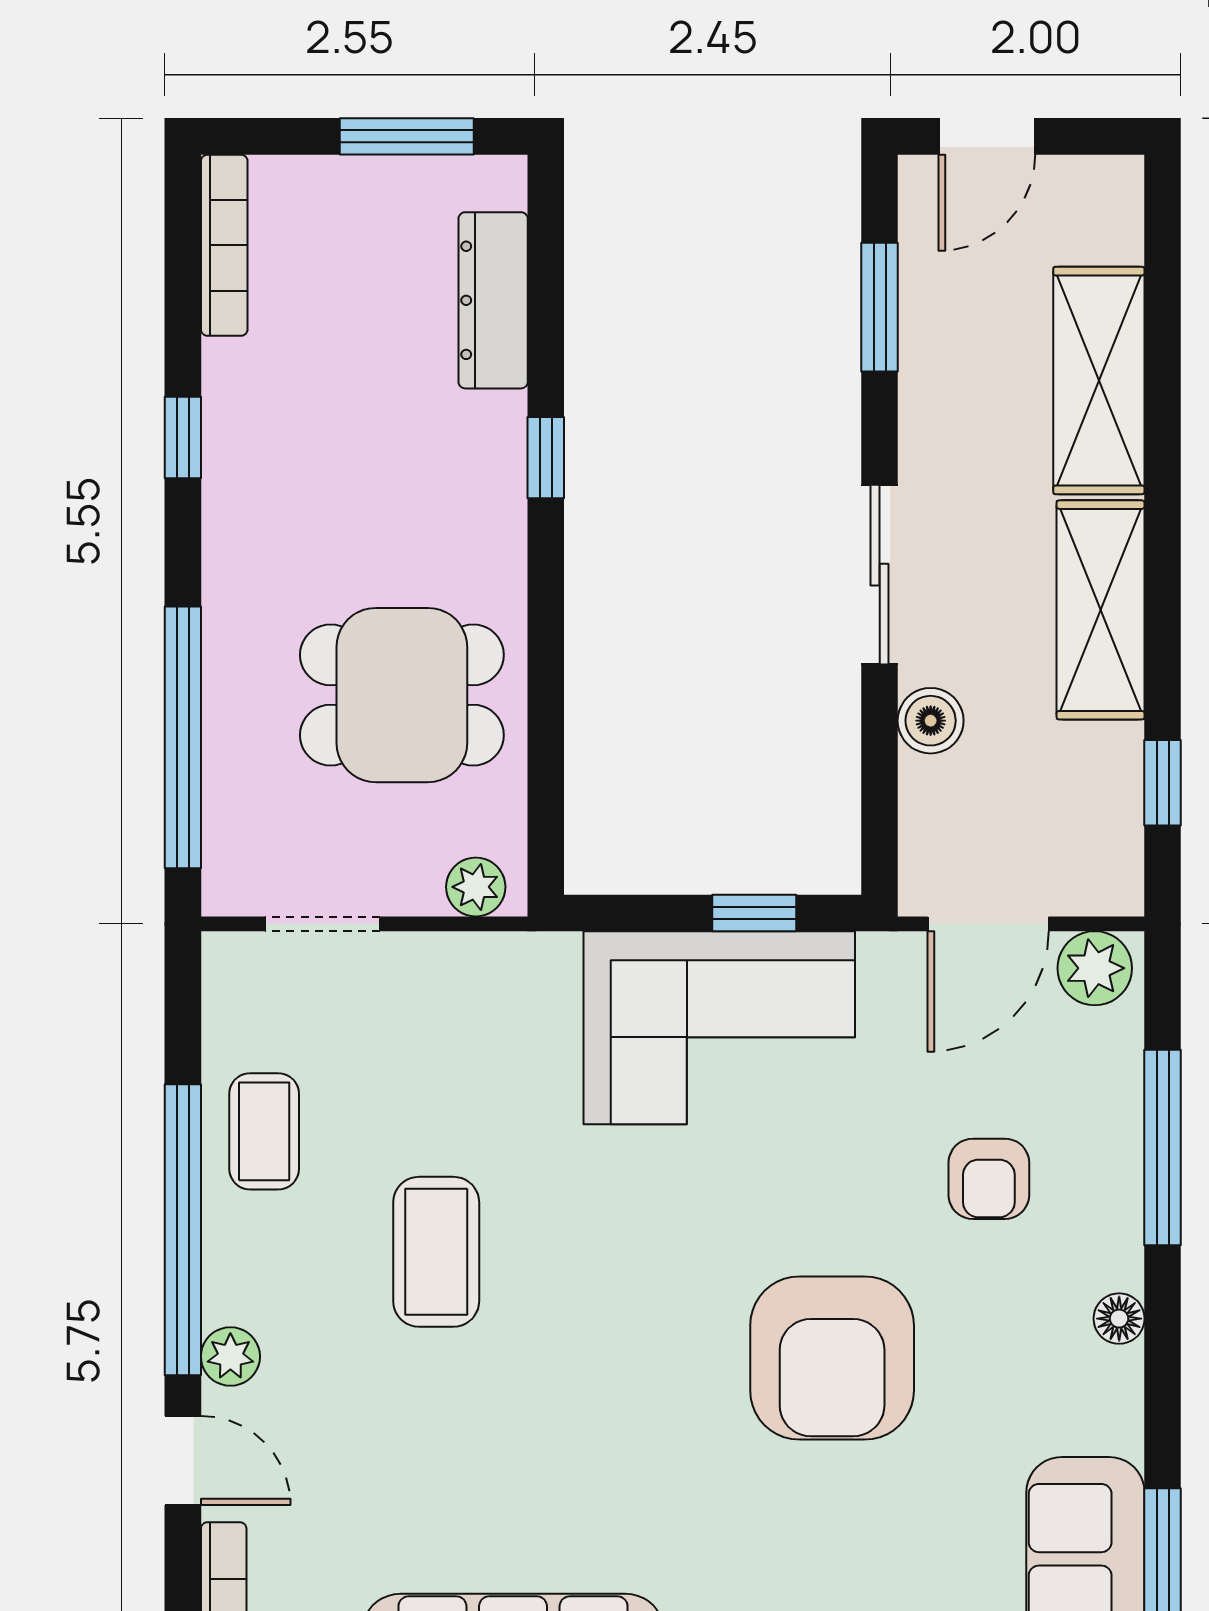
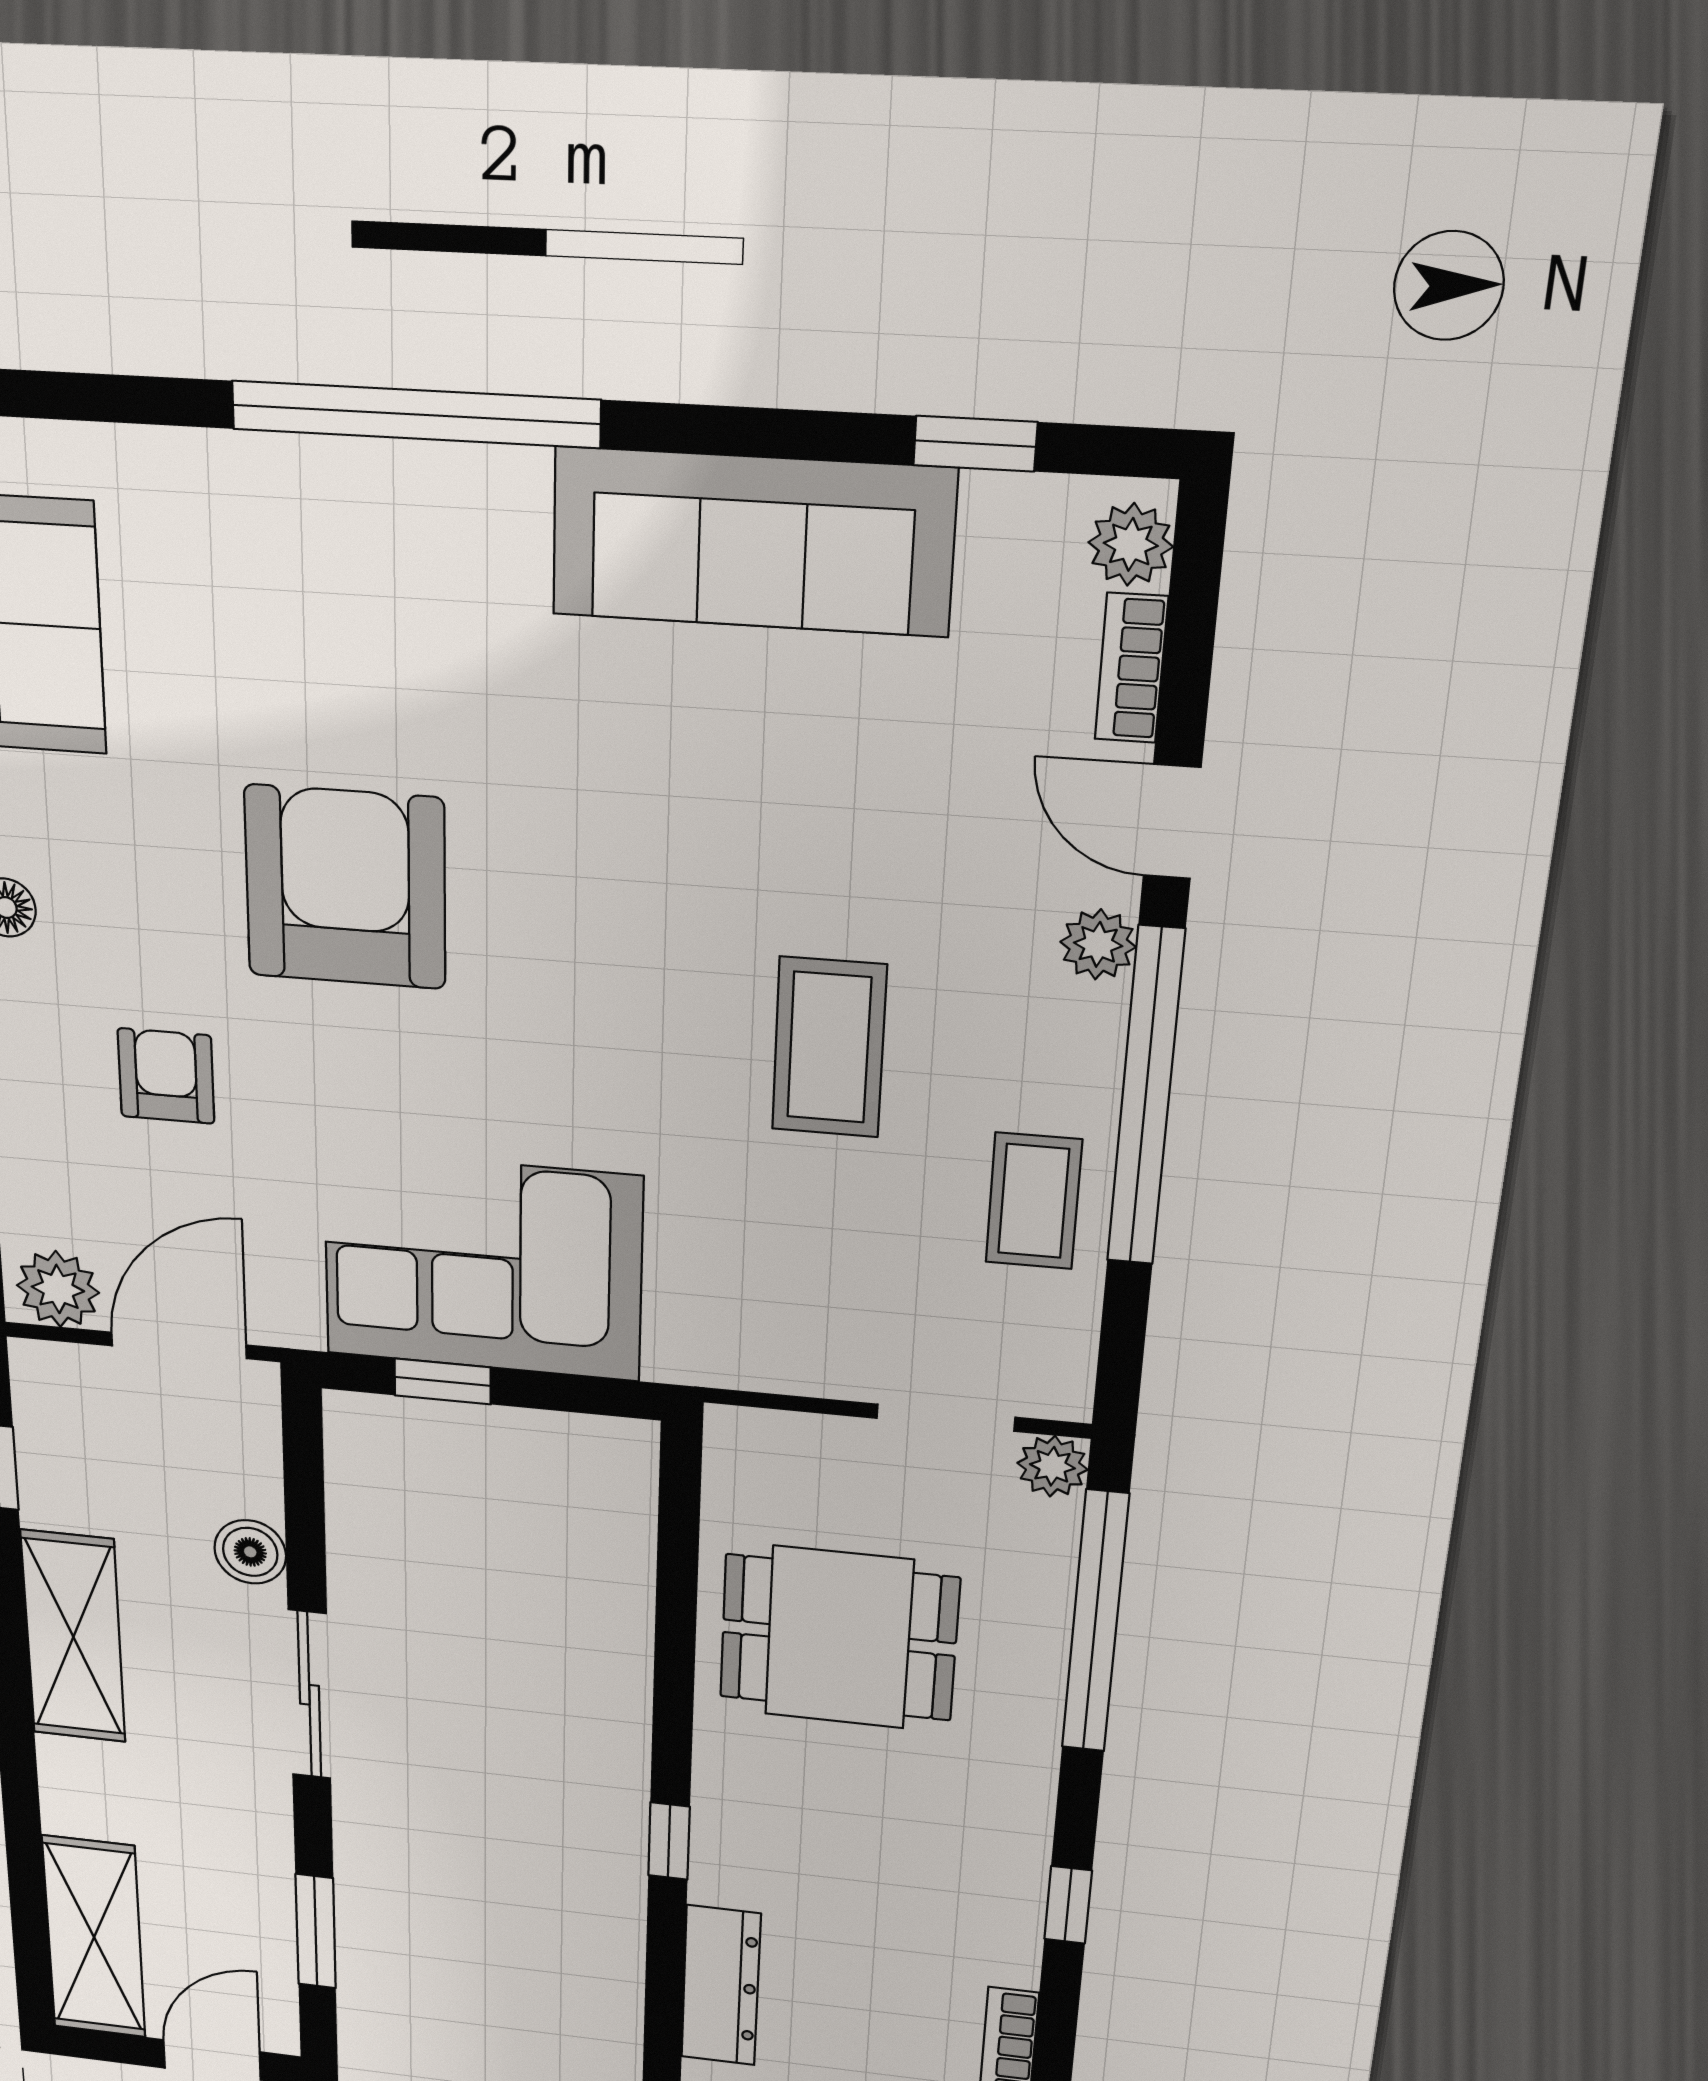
shelving: (1099, 381) -> (94, 1937), moved
plant: (476, 887) -> (1052, 1466), moved

